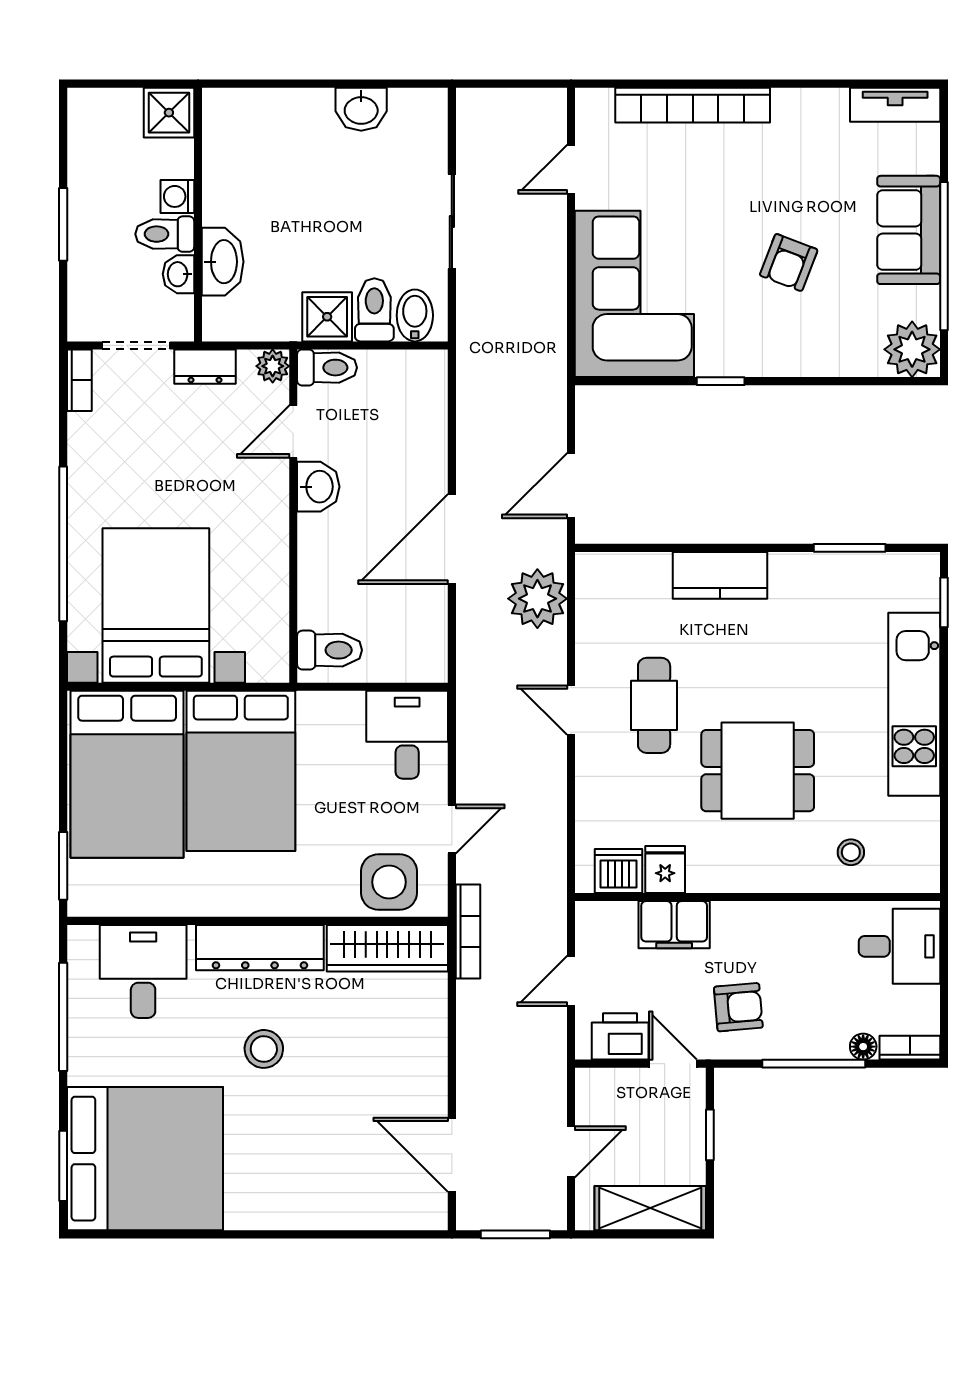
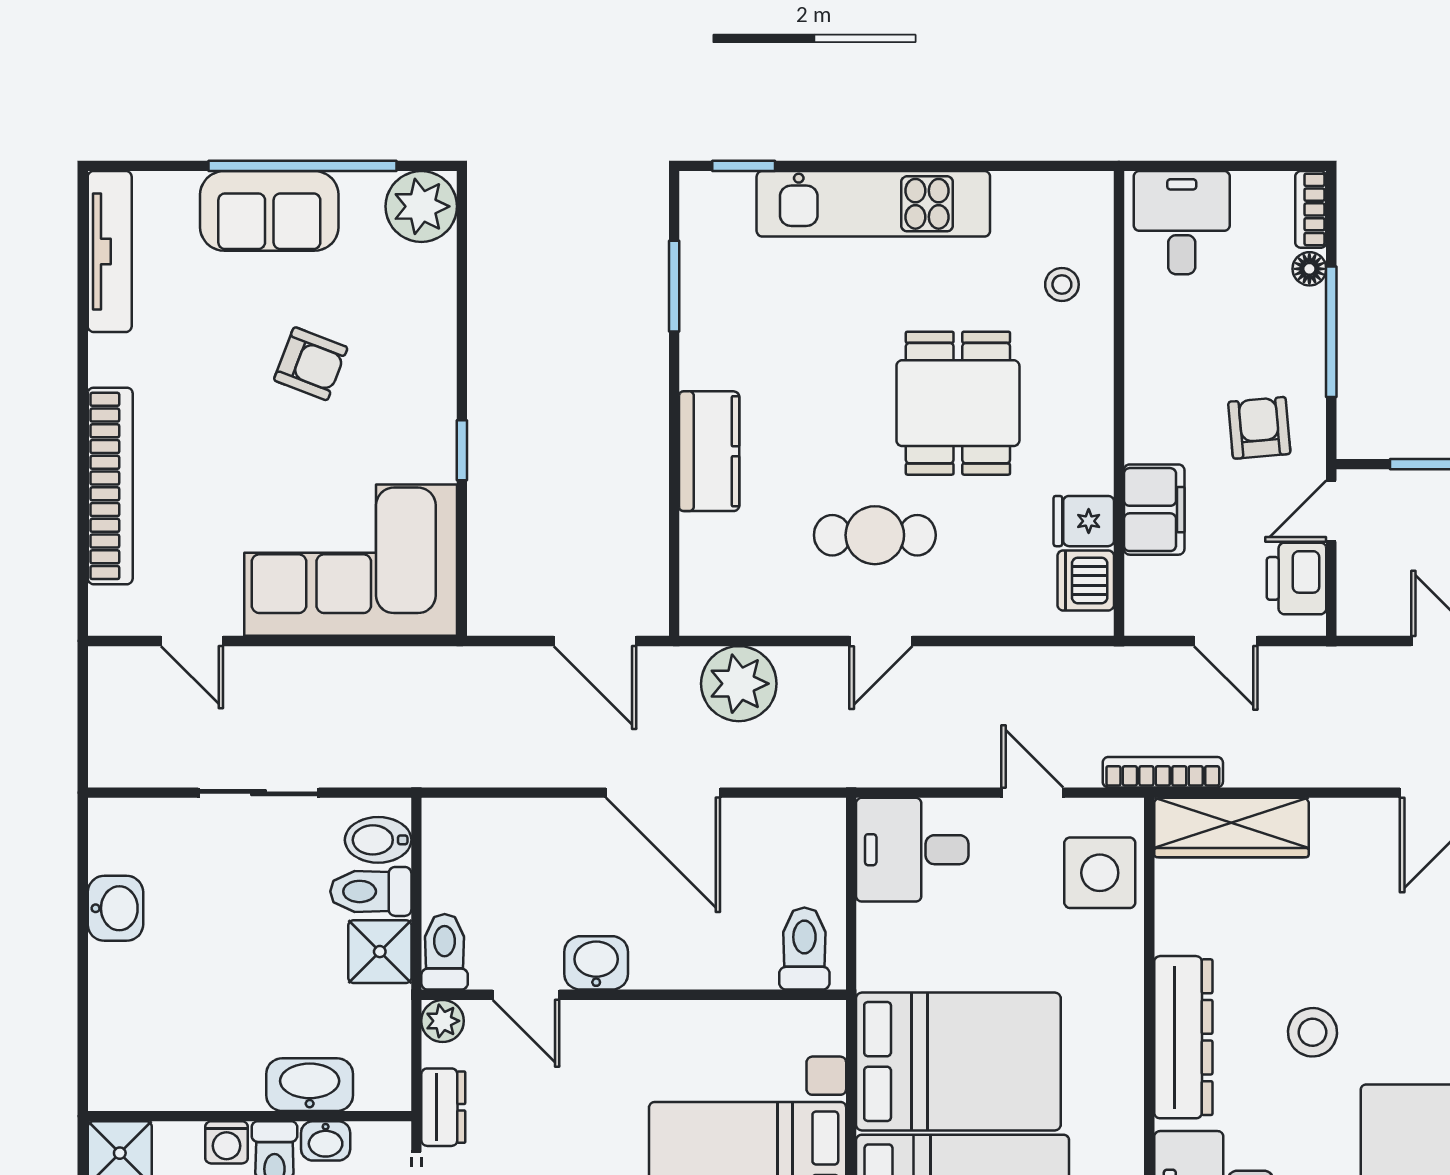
tv unit: (895, 105) -> (110, 252), width x1.41
wardrobe: (387, 948) -> (1231, 827), moved, turned 90

